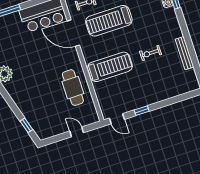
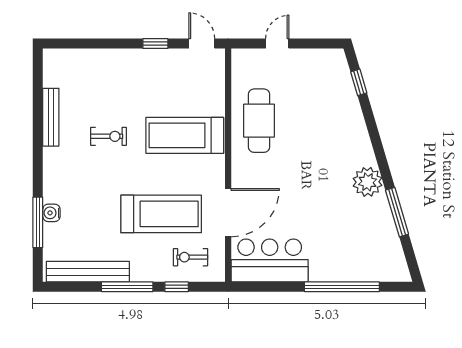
door: (73, 33) -> (228, 213), hinge flipped
door: (77, 132) -> (277, 44), swing flipped

